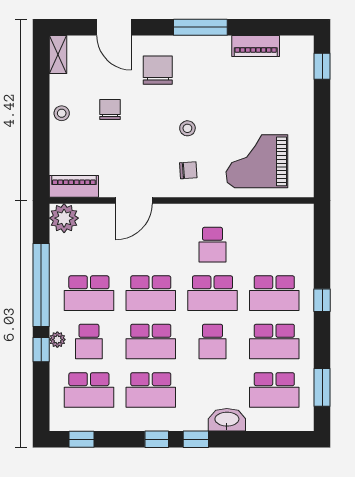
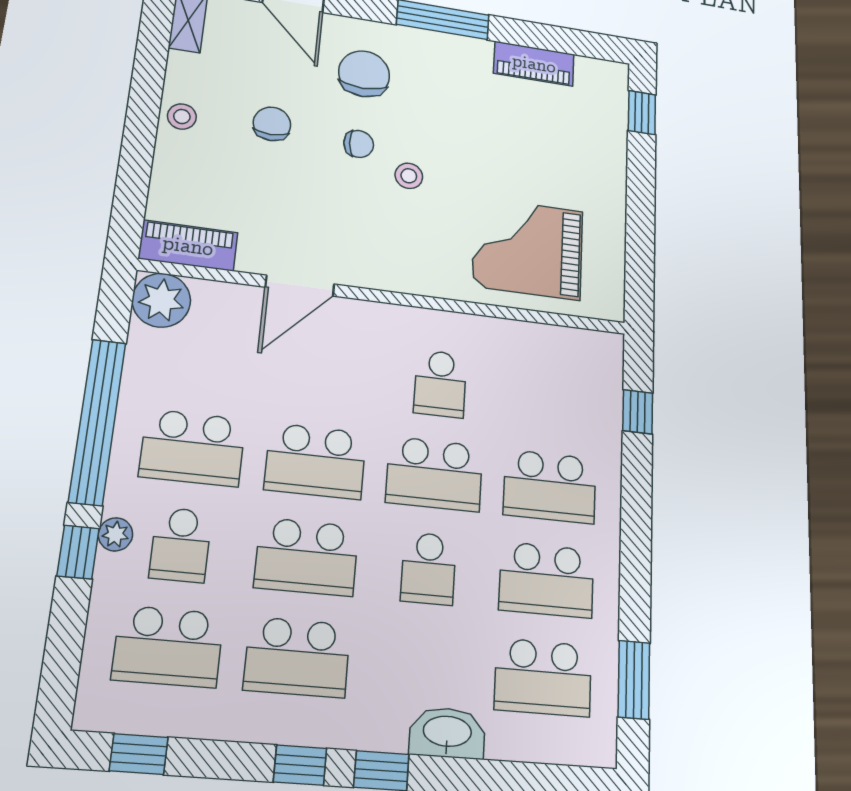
chair: (188, 170) -> (359, 144), moved
window: (322, 300) -> (638, 412), moved

